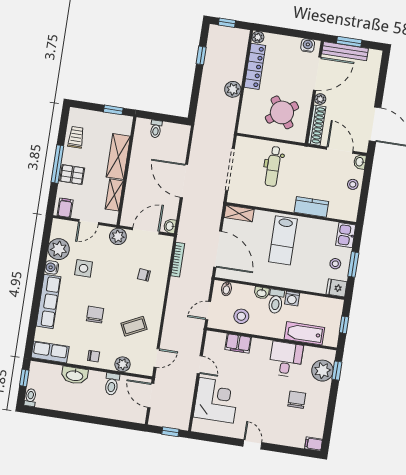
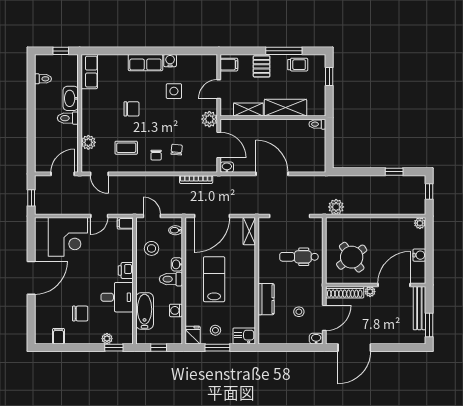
window: (349, 42) -> (429, 325), moved
water cooler: (308, 45) -> (419, 255), moved
locker: (255, 66) -> (392, 225), removed
door: (317, 74) -> (394, 285), swing flipped
plant: (233, 89) -> (336, 207), moved
window: (113, 110) -> (329, 77), moved
toilet: (156, 129) -> (317, 124), moved
window: (57, 164) -> (284, 51), moved
door: (184, 181) -> (272, 174), hinge flipped
stool: (353, 184) -> (299, 312), moved
door: (89, 222) -> (219, 89), hinge flipped
lab bench: (283, 240) -> (214, 279), moved, turned 90
plant: (59, 249) -> (189, 65), removed
washing machine: (292, 299) -> (176, 310), moved
row of seats: (48, 301) -> (145, 63), width x0.68
coffee table: (134, 326) -> (126, 148), turned -64
filing cabinet: (238, 343) -> (125, 223), moved, width x0.50
printer: (260, 346) -> (126, 270), added
chair: (94, 356) -> (156, 155), moved
plant: (322, 371) -> (107, 339), width x0.53, depth x0.53
toilet: (112, 384) -> (68, 118), moved
toilet: (30, 398) -> (43, 79), moved
door: (252, 444) -> (31, 278), width x1.88
filing cabinet: (314, 444) -> (58, 336), moved

